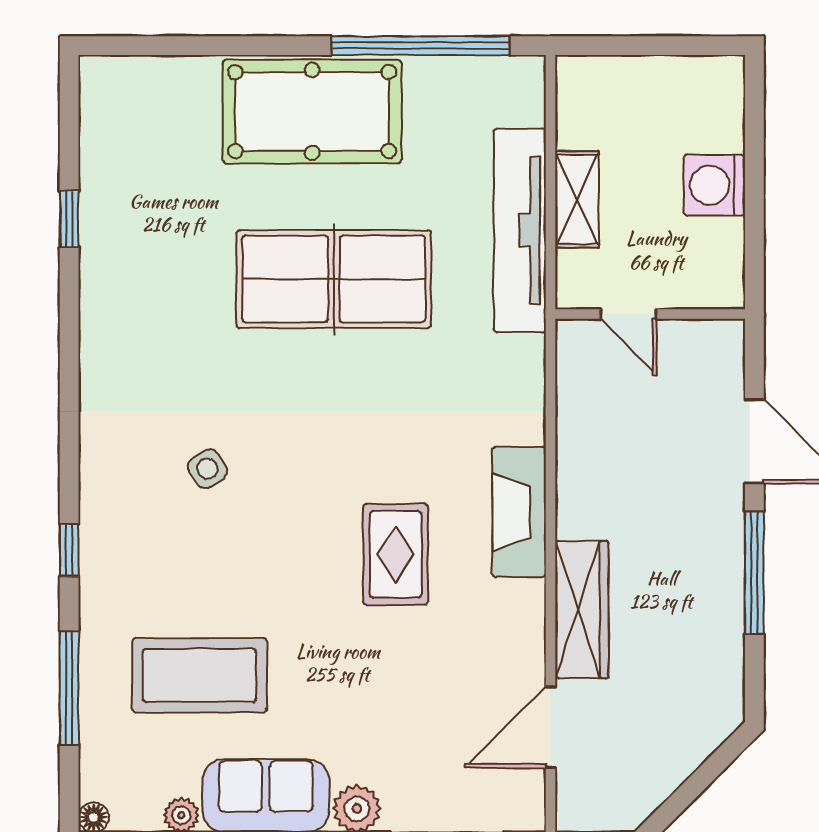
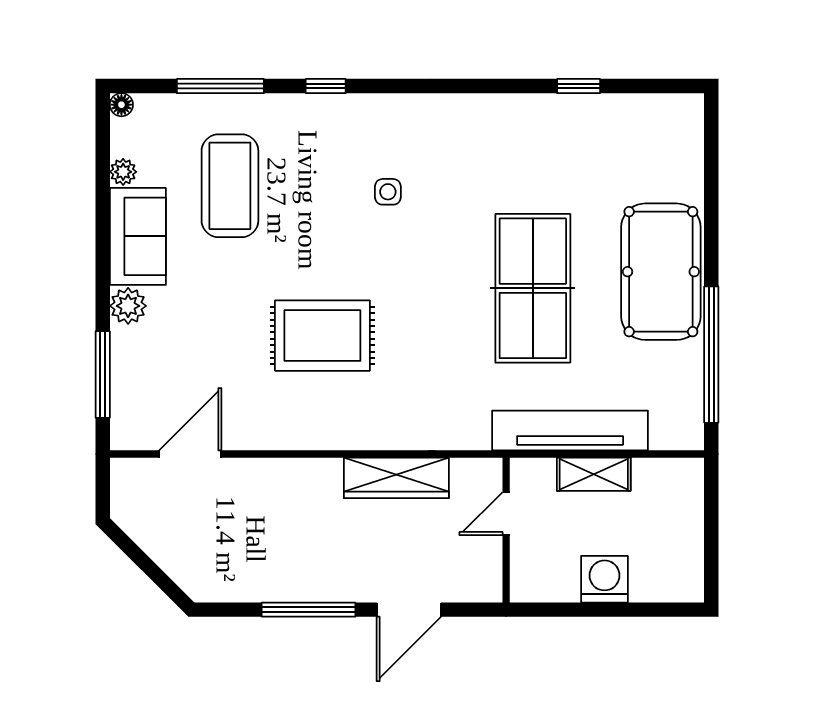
side table: (208, 469) -> (388, 192), turned 32
fireplace: (519, 512) -> (355, 430), removed
rug: (396, 554) -> (322, 336), width x1.36, depth x1.43
wardrobe: (582, 609) -> (396, 478), moved
door: (551, 727) -> (190, 454), hinge flipped

